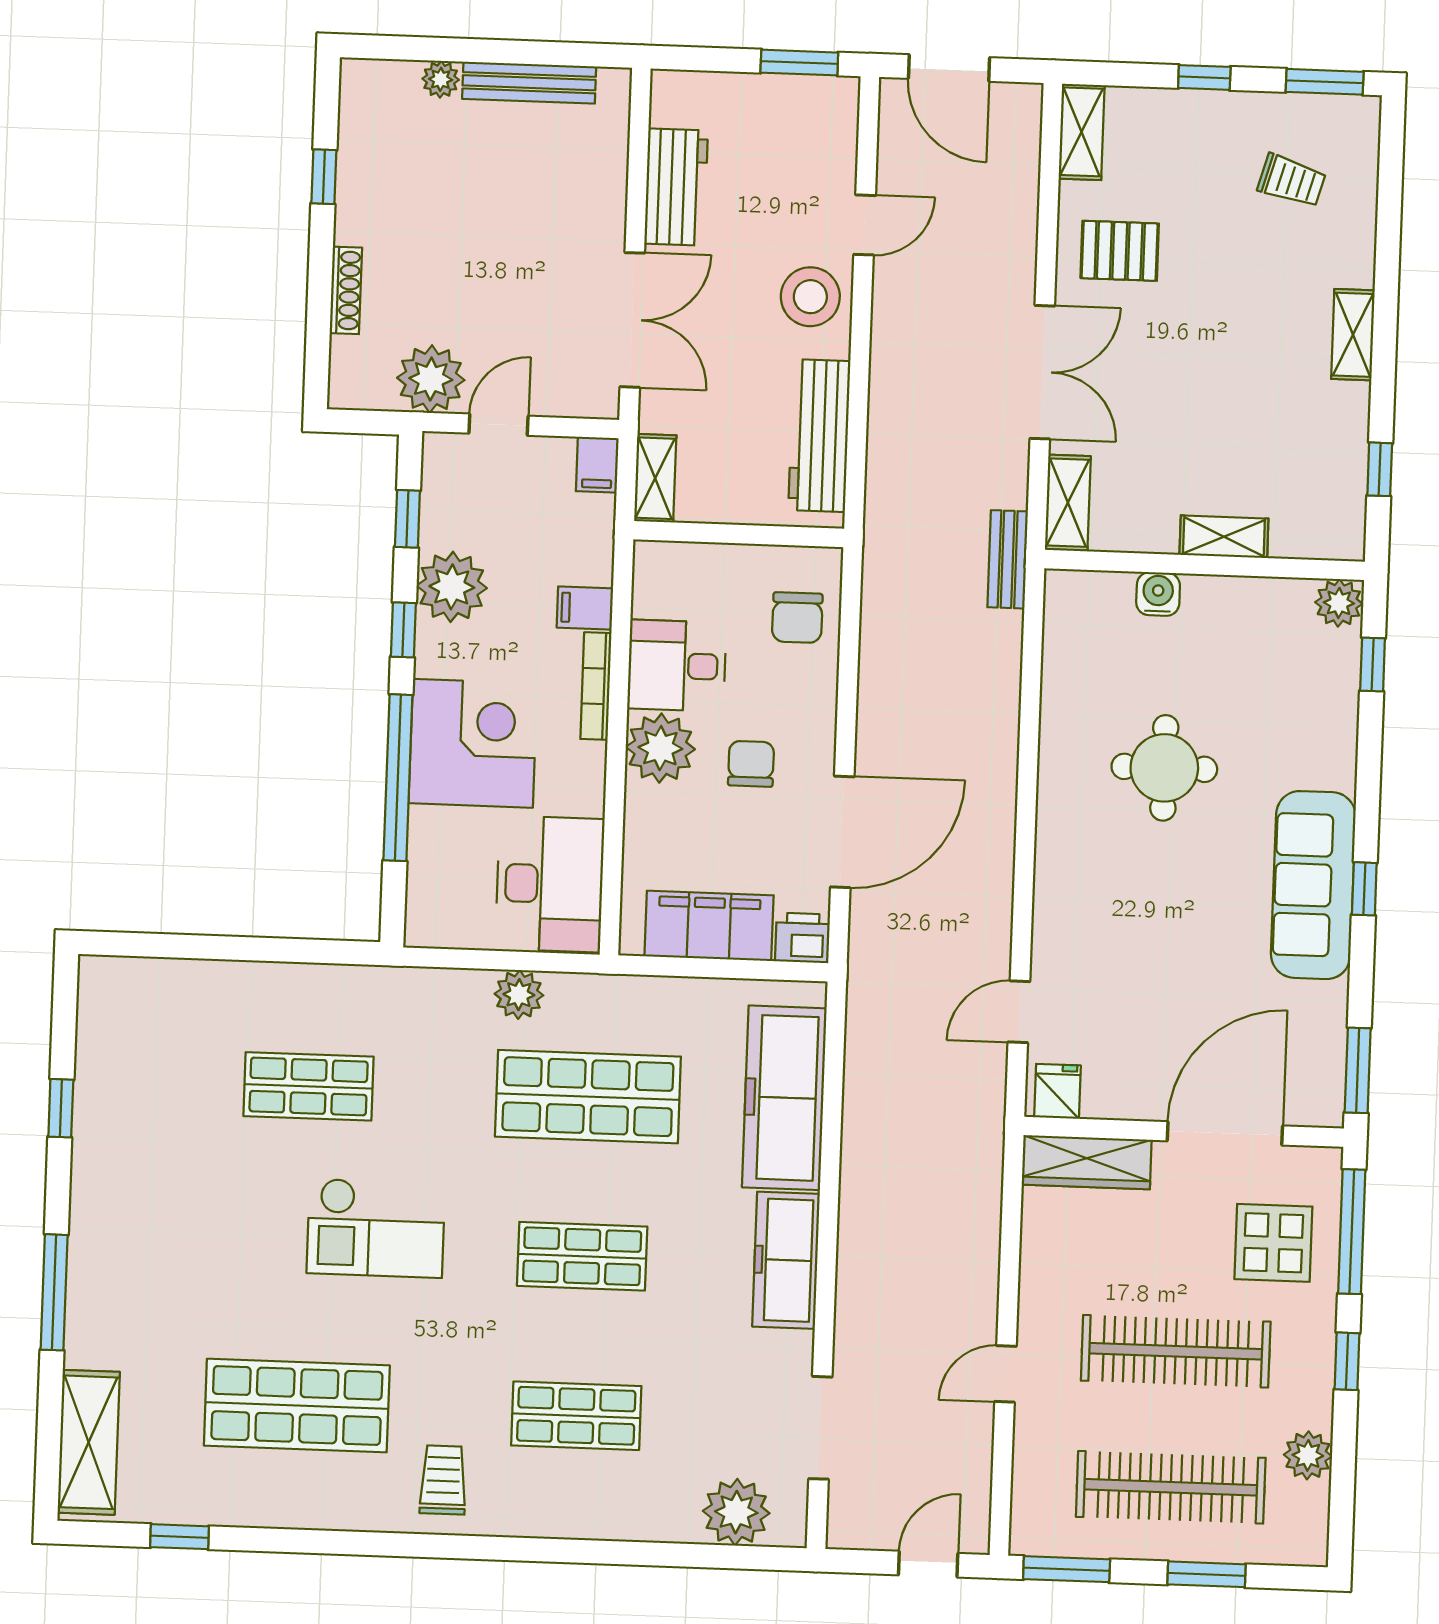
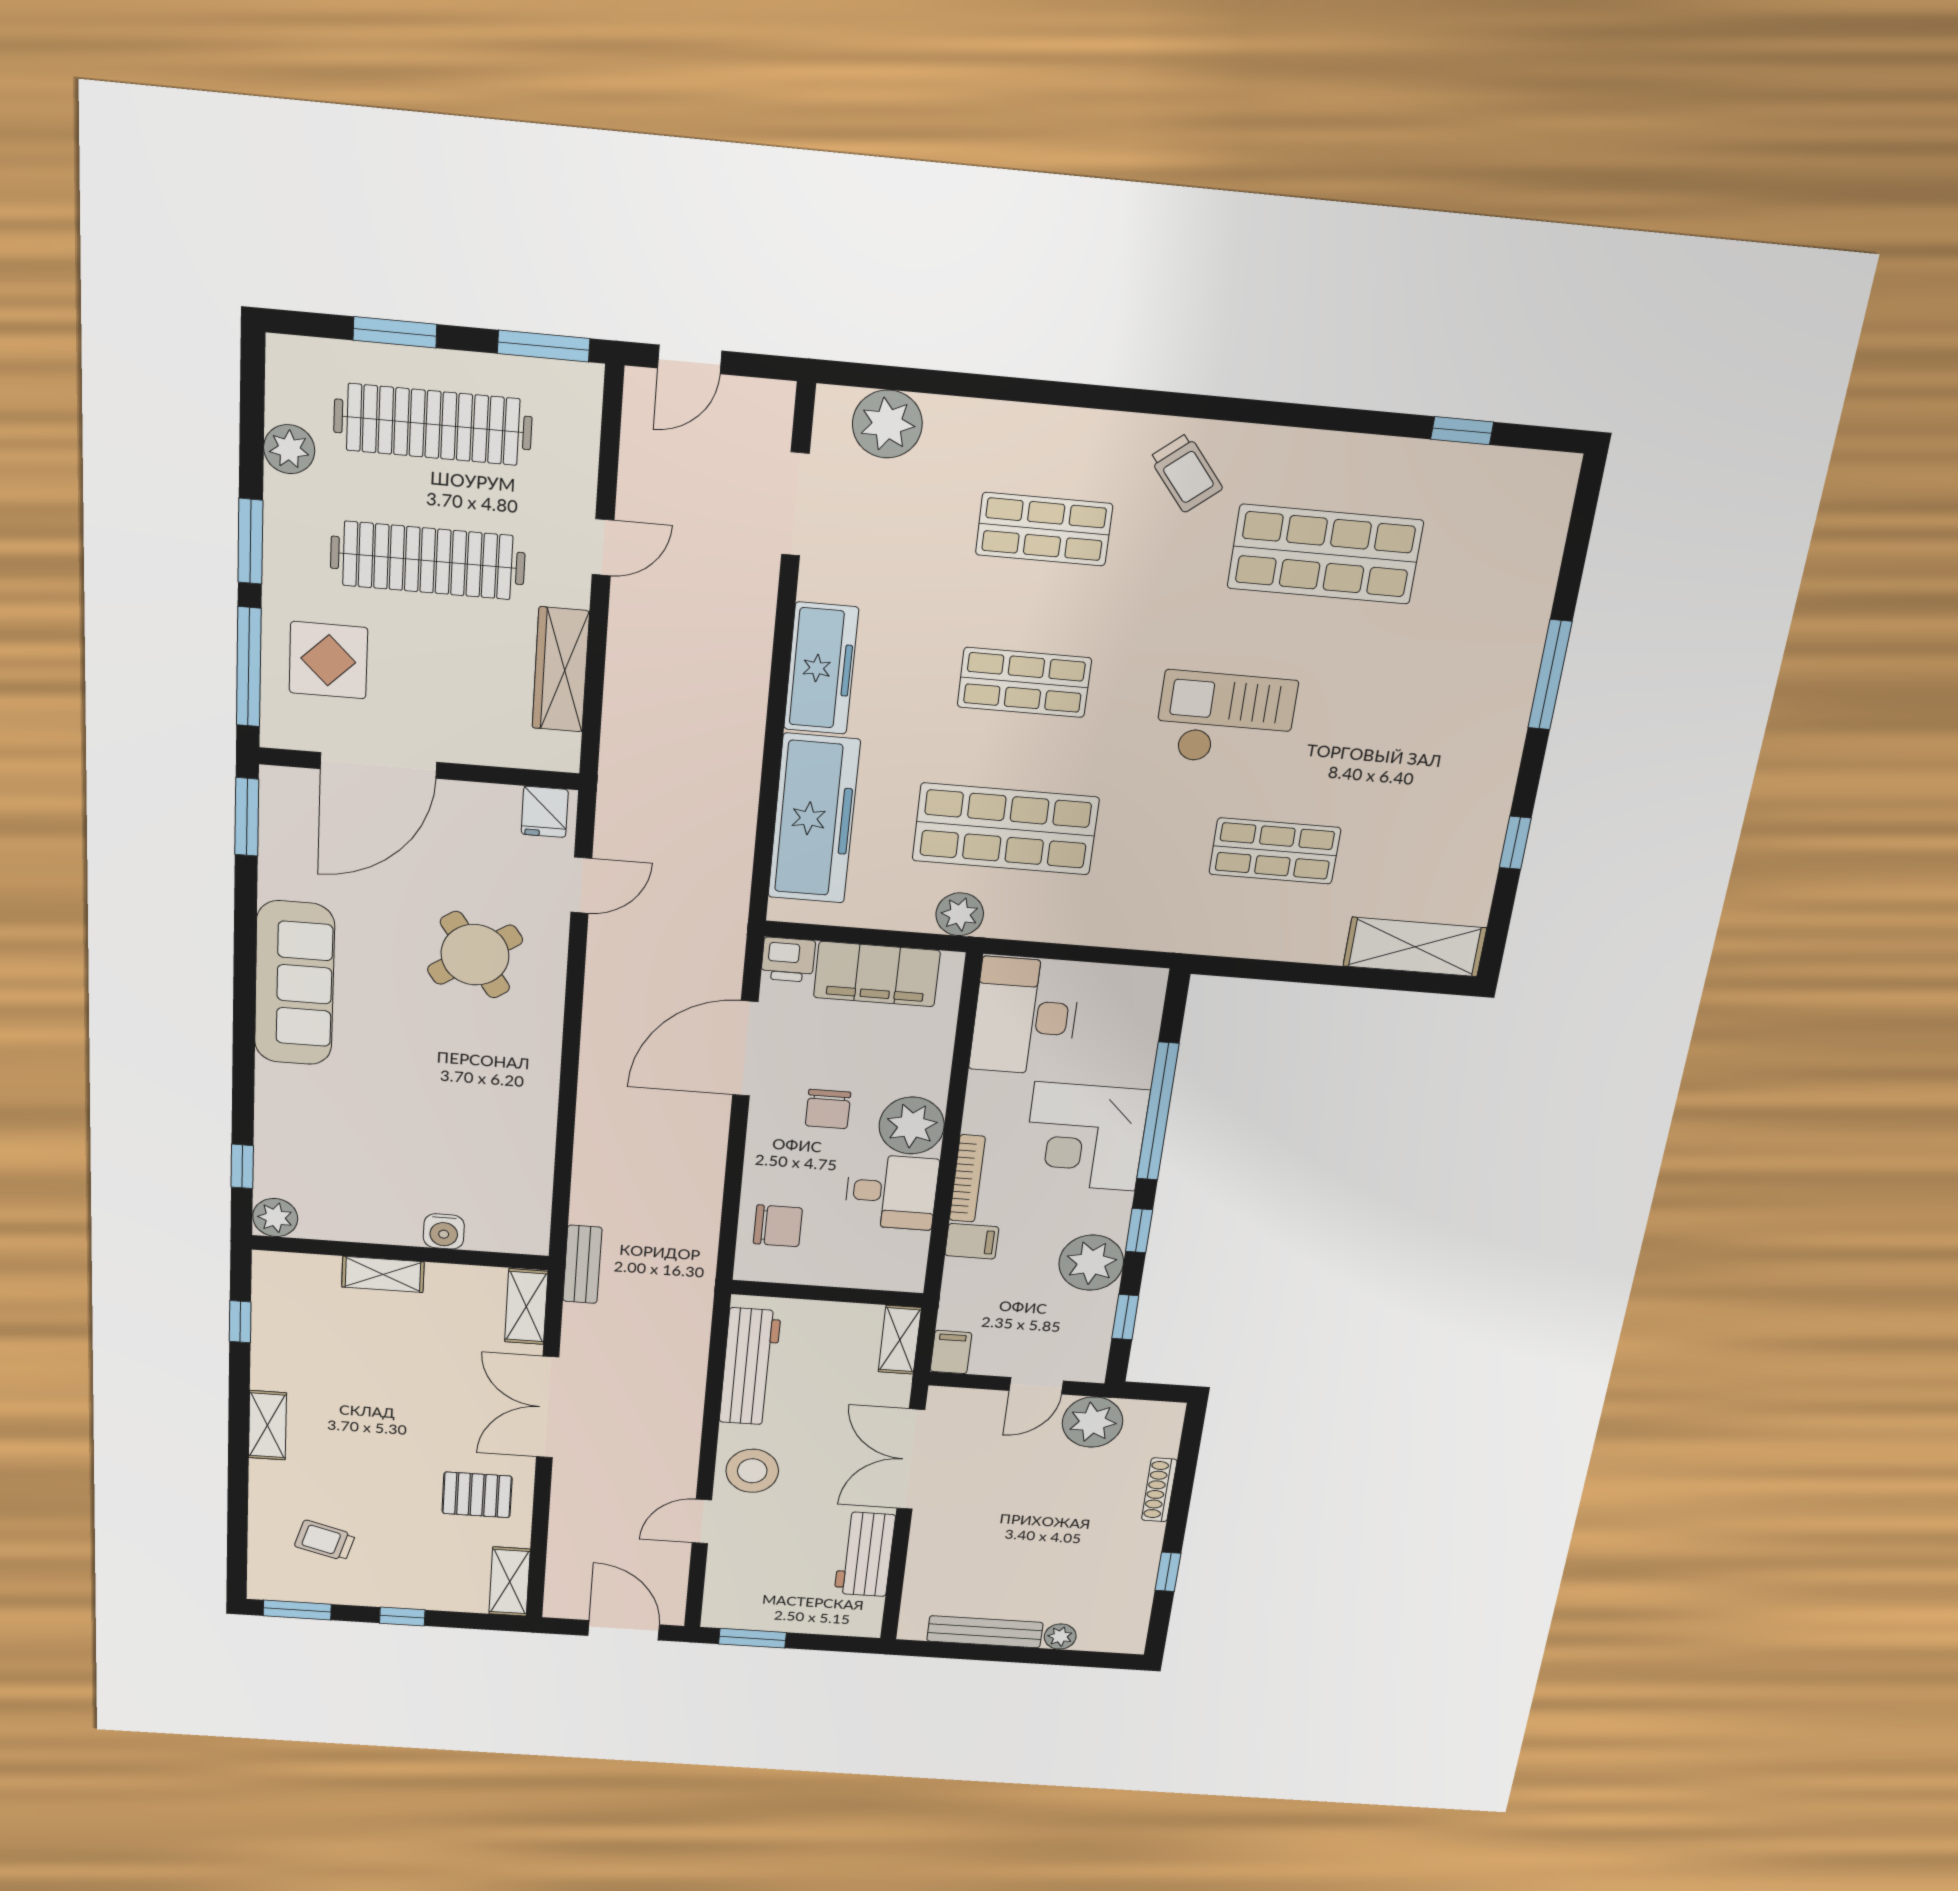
chair: (797, 618) -> (778, 1226), turned 90
round table: (1164, 768) -> (475, 955), moved, turned -34
window: (1364, 889) -> (245, 978), removed
plant: (519, 995) -> (960, 914), moved
wardrobe: (1087, 1162) -> (561, 670), moved, turned -90
window: (1347, 1361) -> (250, 541), width x1.50
shelving: (89, 1442) -> (1415, 947), moved, turned 90
trolley: (443, 1480) -> (1186, 473), turned -39

